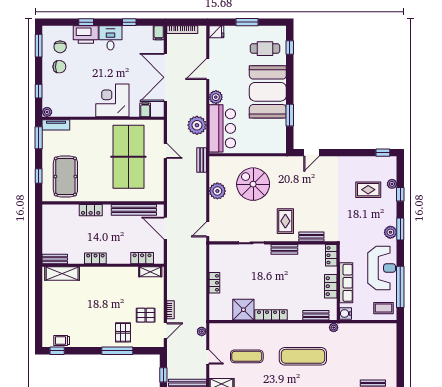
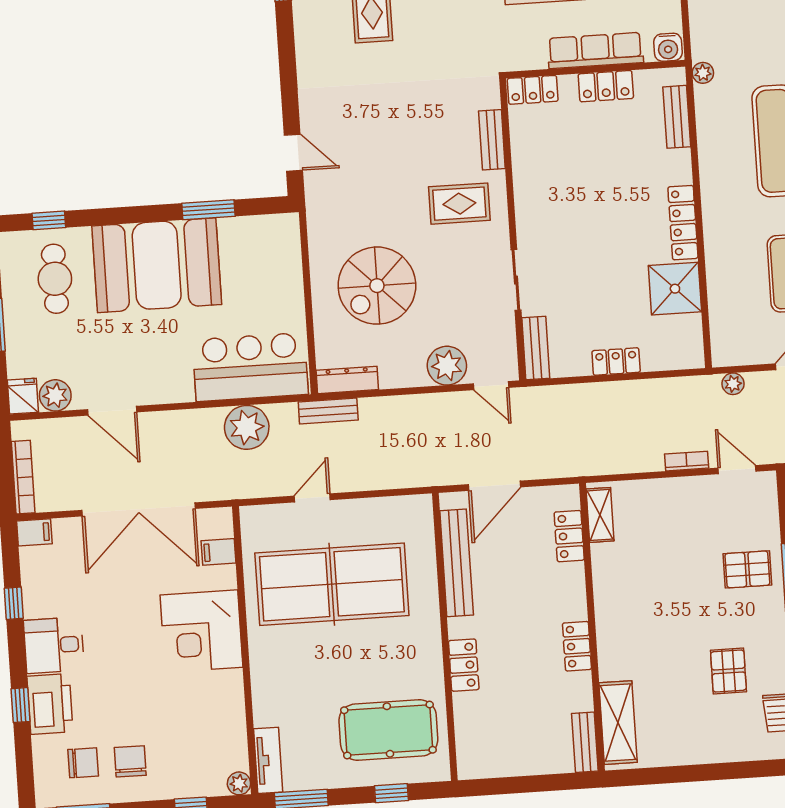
plant: (216, 97) -> (55, 395), moved
dresser: (214, 169) -> (347, 380), added
plant: (217, 191) -> (447, 366), moved
bench: (284, 249) -> (536, 348), moved
pallet: (146, 315) -> (728, 671), moved

